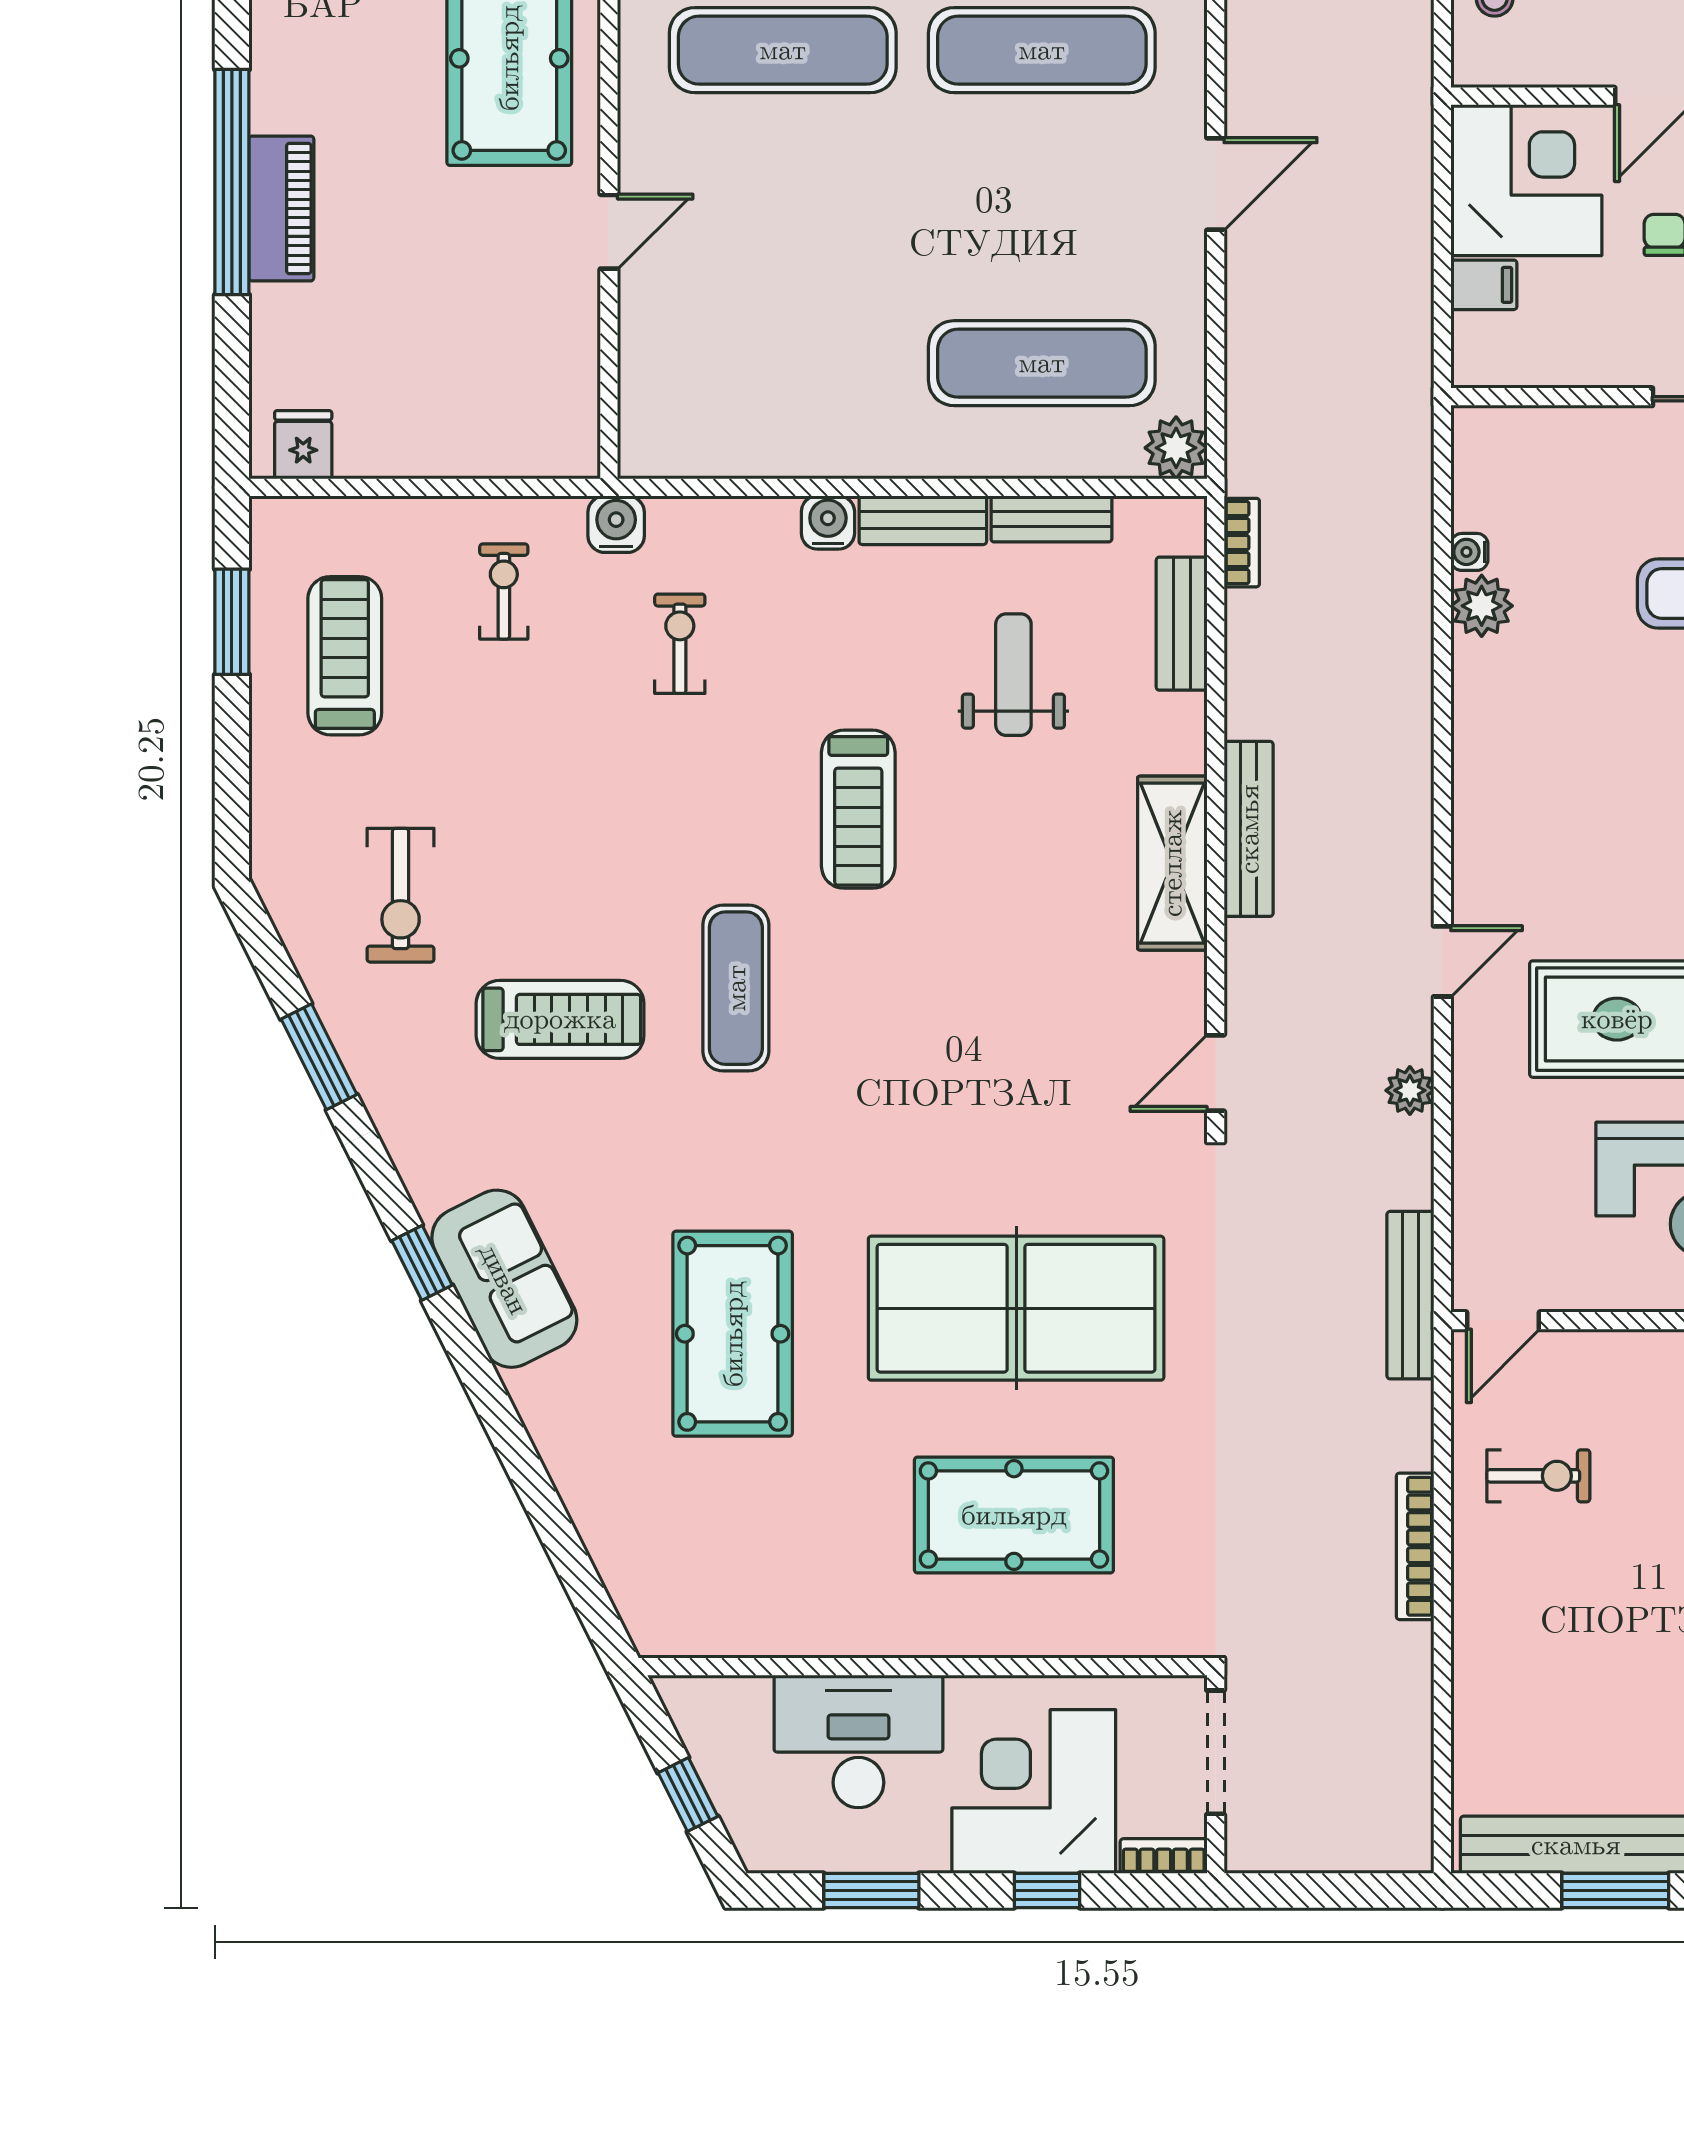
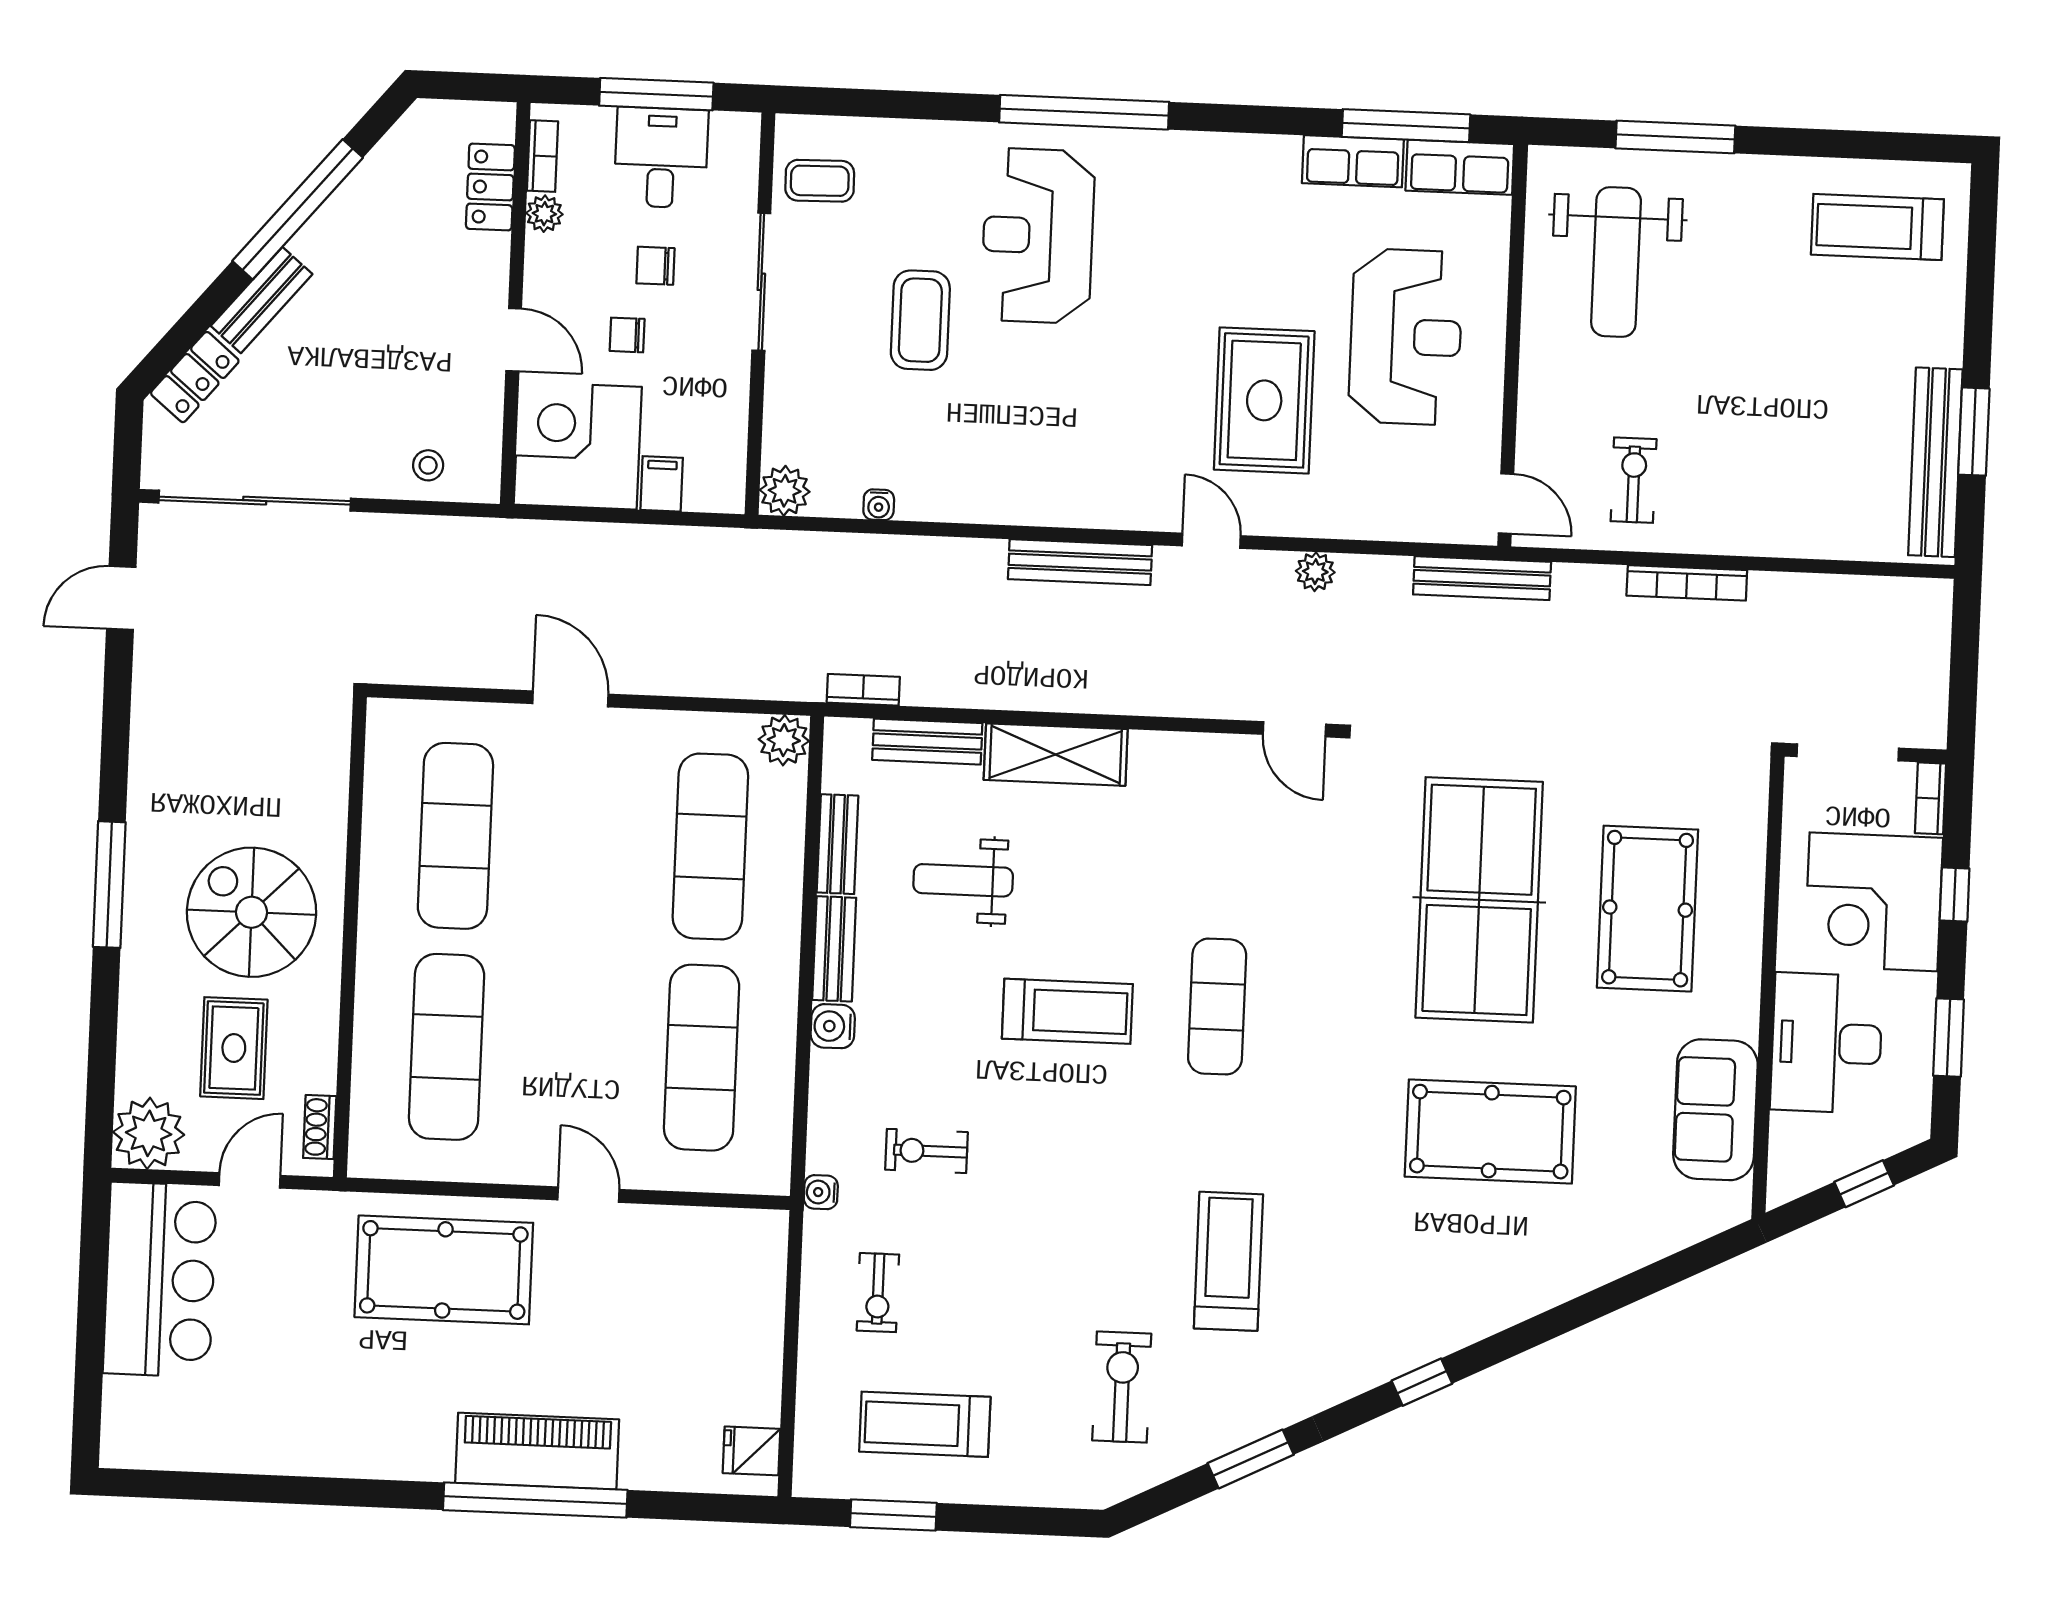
piano: (281, 208) -> (537, 1451), width x1.37, depth x1.33
exercise mat: (783, 363) -> (702, 1058), added
water cooler: (616, 524) -> (821, 1192), width x0.72, depth x0.72
exercise bike: (504, 591) -> (878, 1293), turned -90
plant: (1482, 606) -> (785, 491), moved
bench: (1249, 829) -> (1080, 562), moved
shelving: (1172, 863) -> (1056, 755), moved
exercise bike: (401, 895) -> (1122, 1387), turned -90
exercise mat: (736, 988) -> (1217, 1007), moved, turned 90
sofa: (504, 1279) -> (1715, 1110), moved, turned -63

